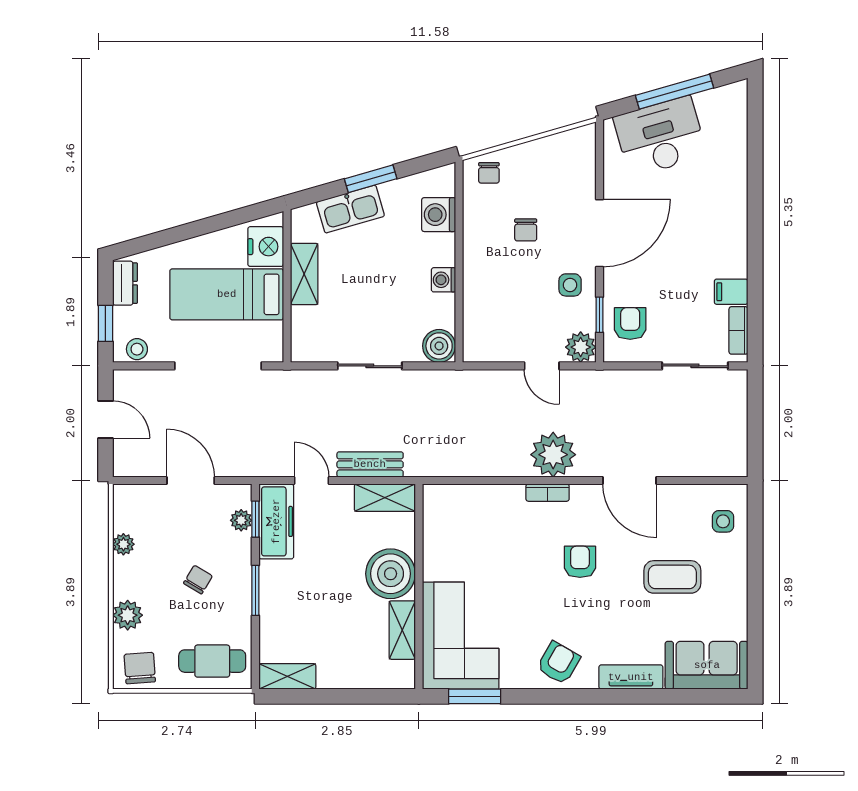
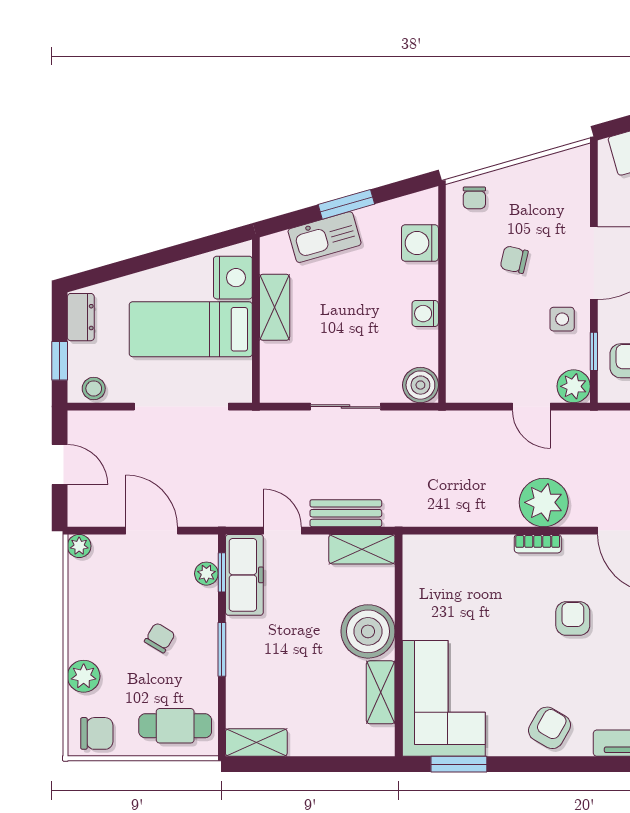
chair: (526, 230) -> (514, 260), turned 103
plant: (123, 544) -> (79, 546), moved
chair: (140, 668) -> (97, 733), turned 94

